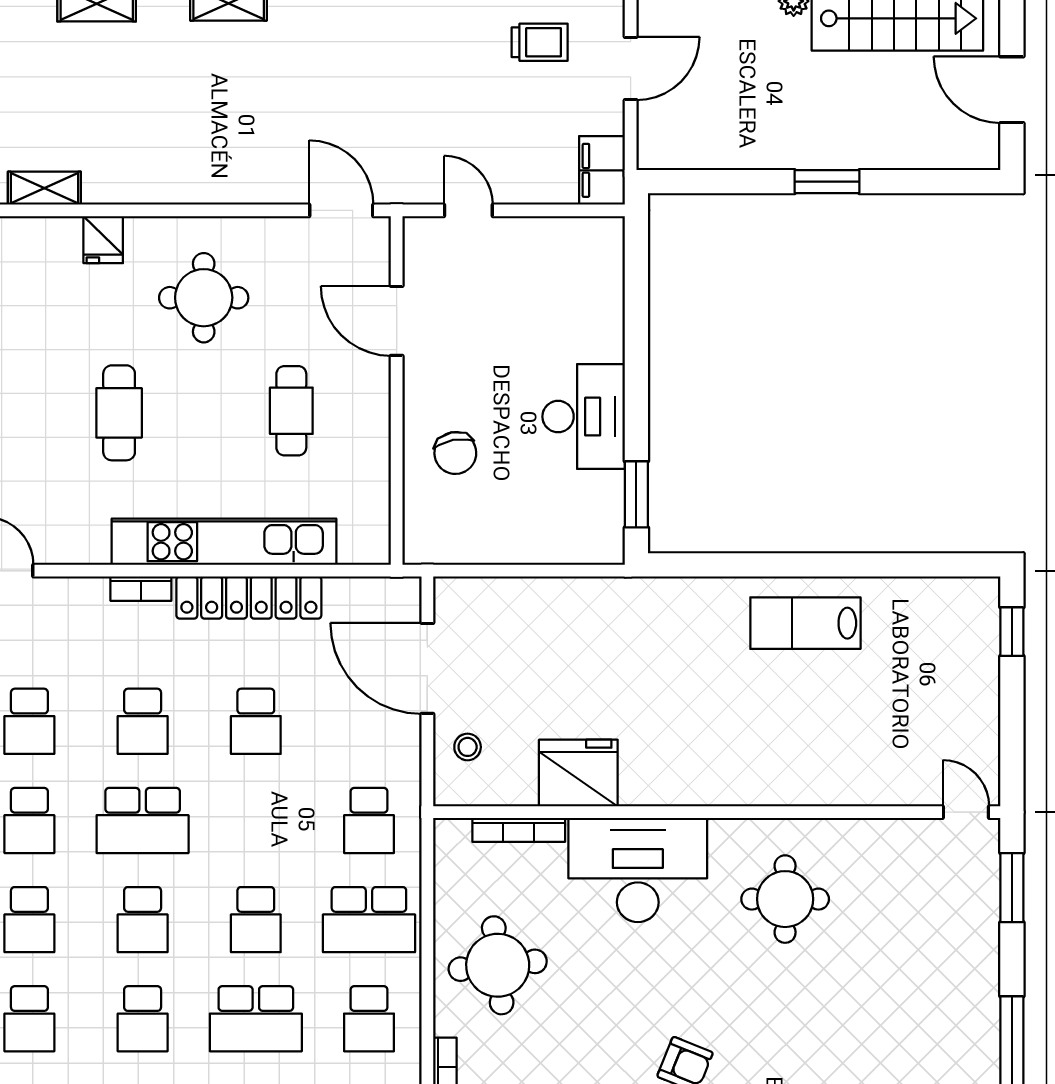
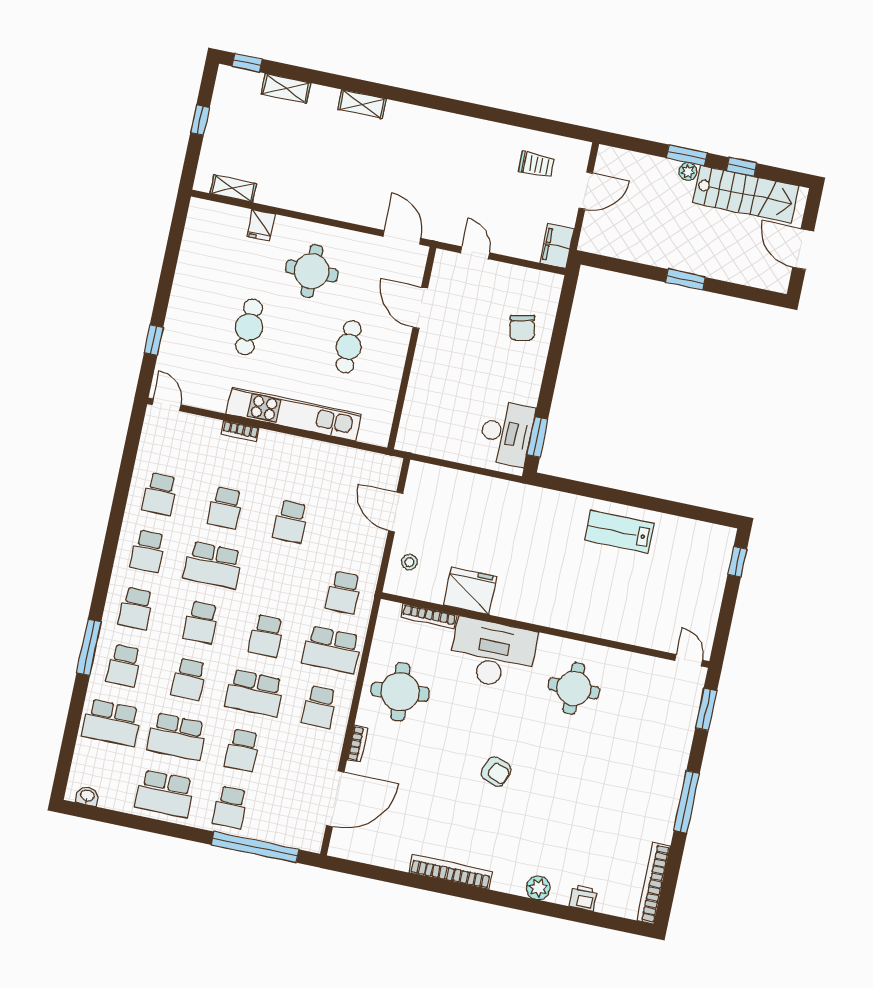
desk: (584, 417) -> (506, 433), moved
chair: (455, 453) -> (522, 328), moved
locker: (249, 598) -> (301, 449), removed
door: (427, 668) -> (396, 512), width x0.73

